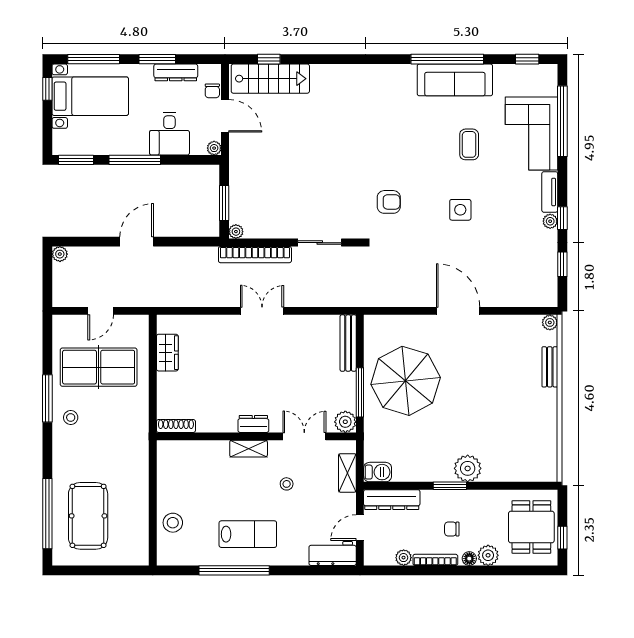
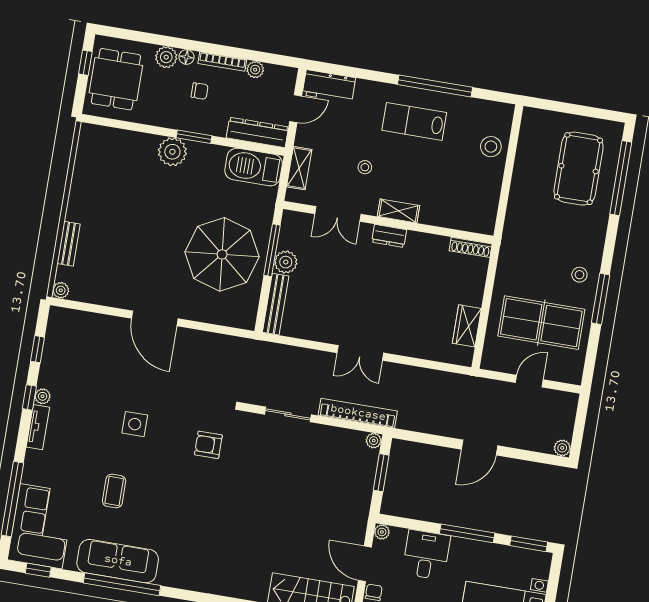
corner sofa: (531, 134) -> (41, 526), moved
plant: (345, 422) -> (286, 262), moved
barbecue: (378, 472) -> (254, 167), width x1.88, depth x1.53

